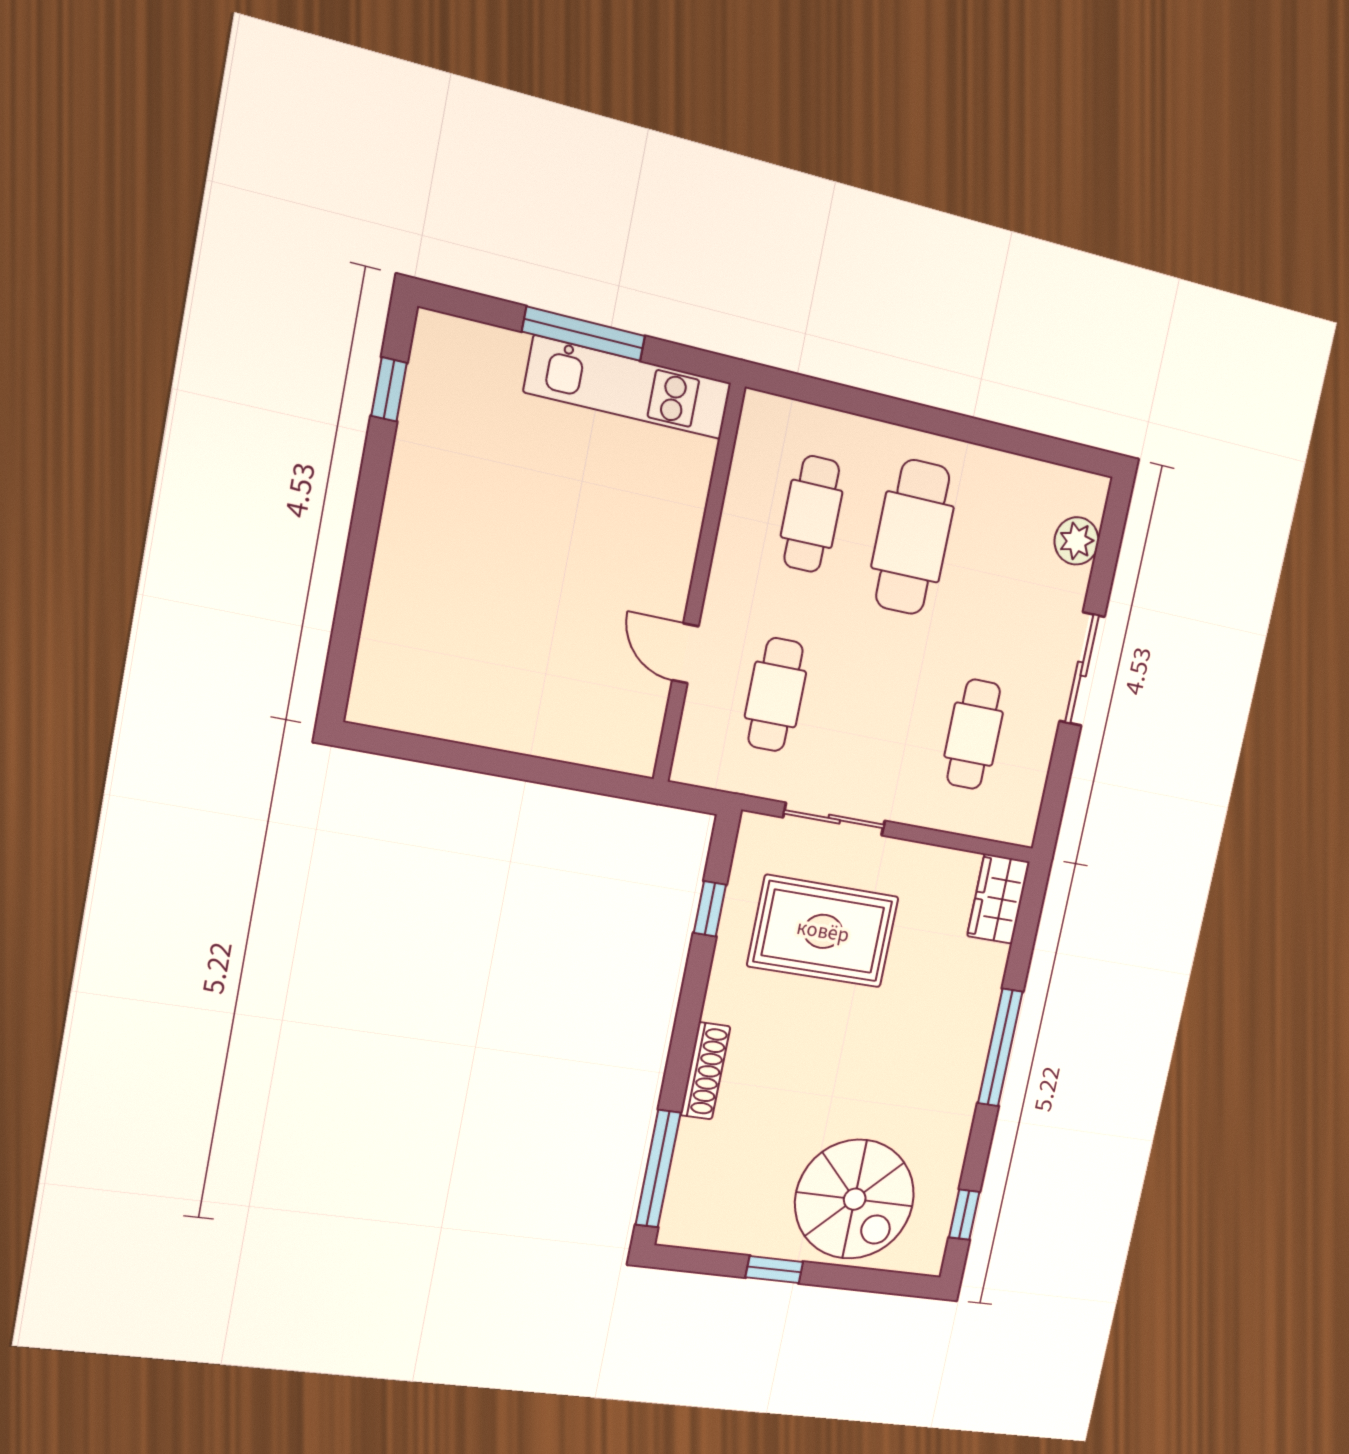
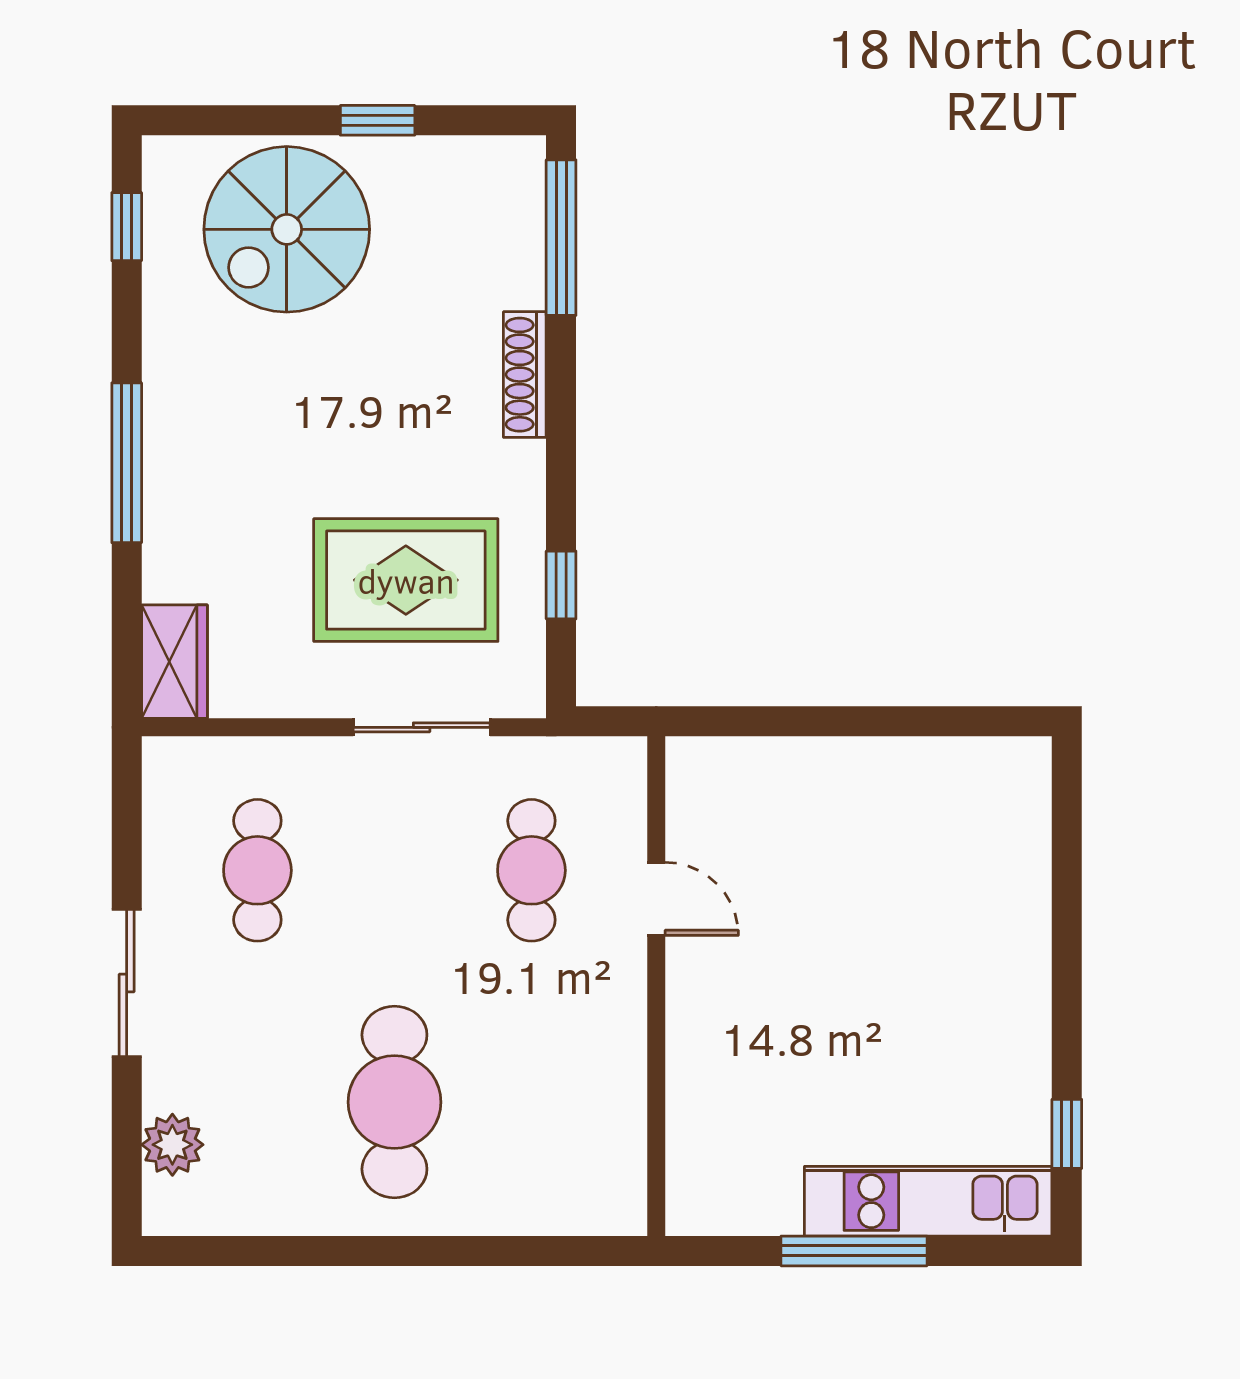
kitchen unit: (628, 388) -> (928, 1201), moved
cafe table: (812, 514) -> (531, 1102), removed
spiral stairs: (855, 1199) -> (287, 229), turned -90

